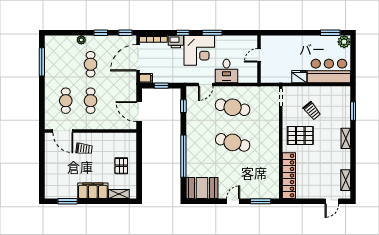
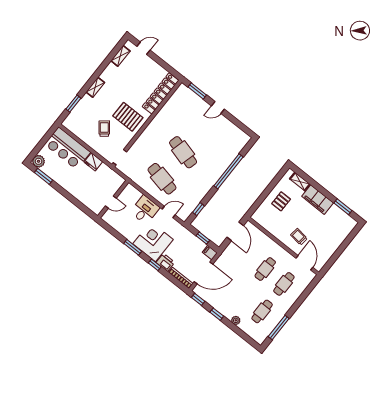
cafe table: (91, 64) -> (262, 311), moved
booth: (202, 188) -> (234, 136), removed

